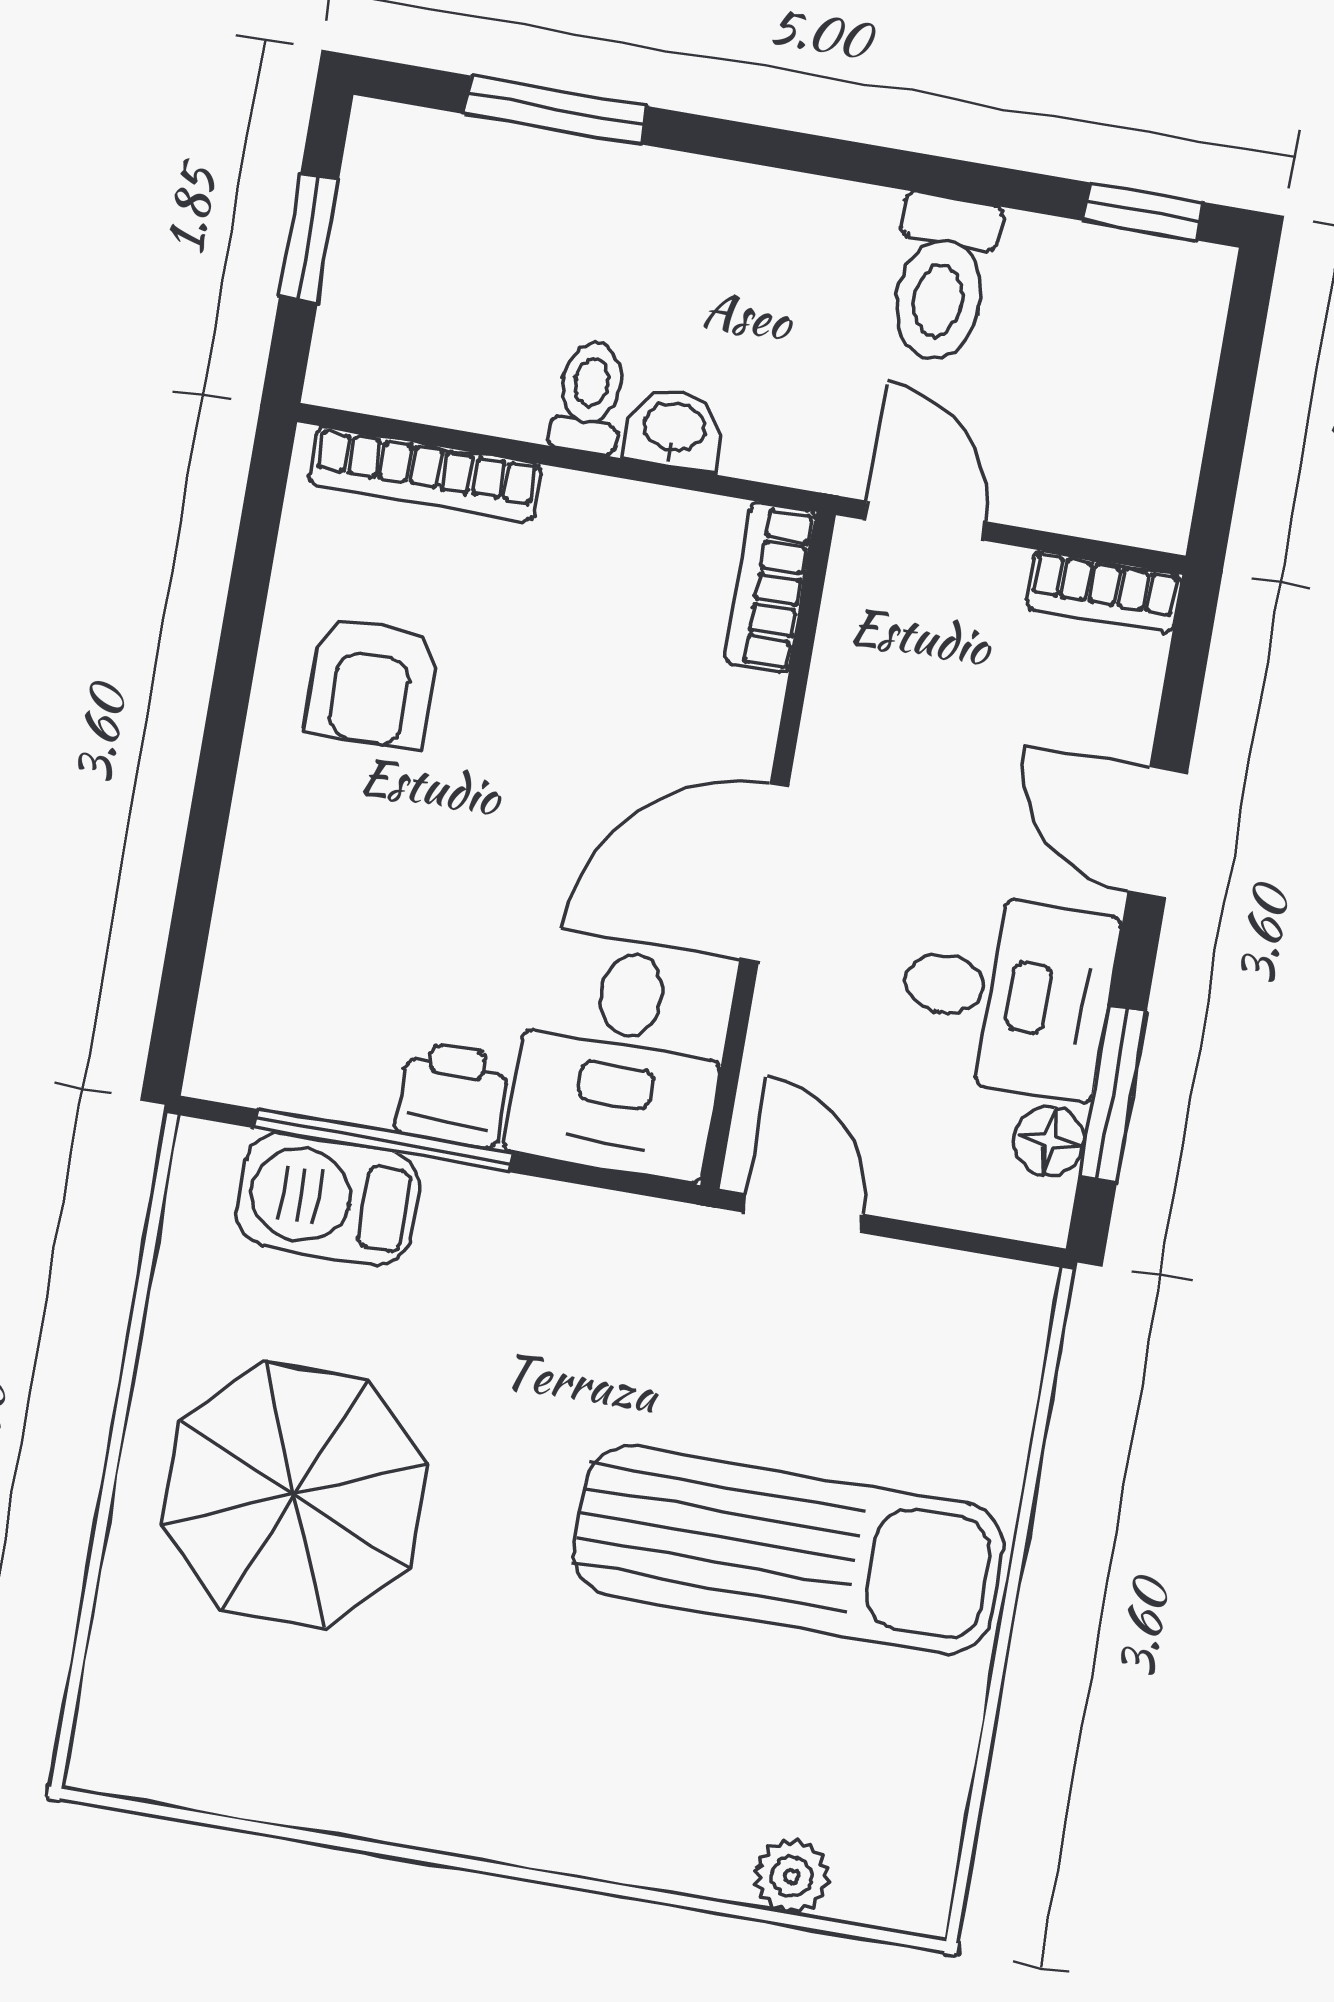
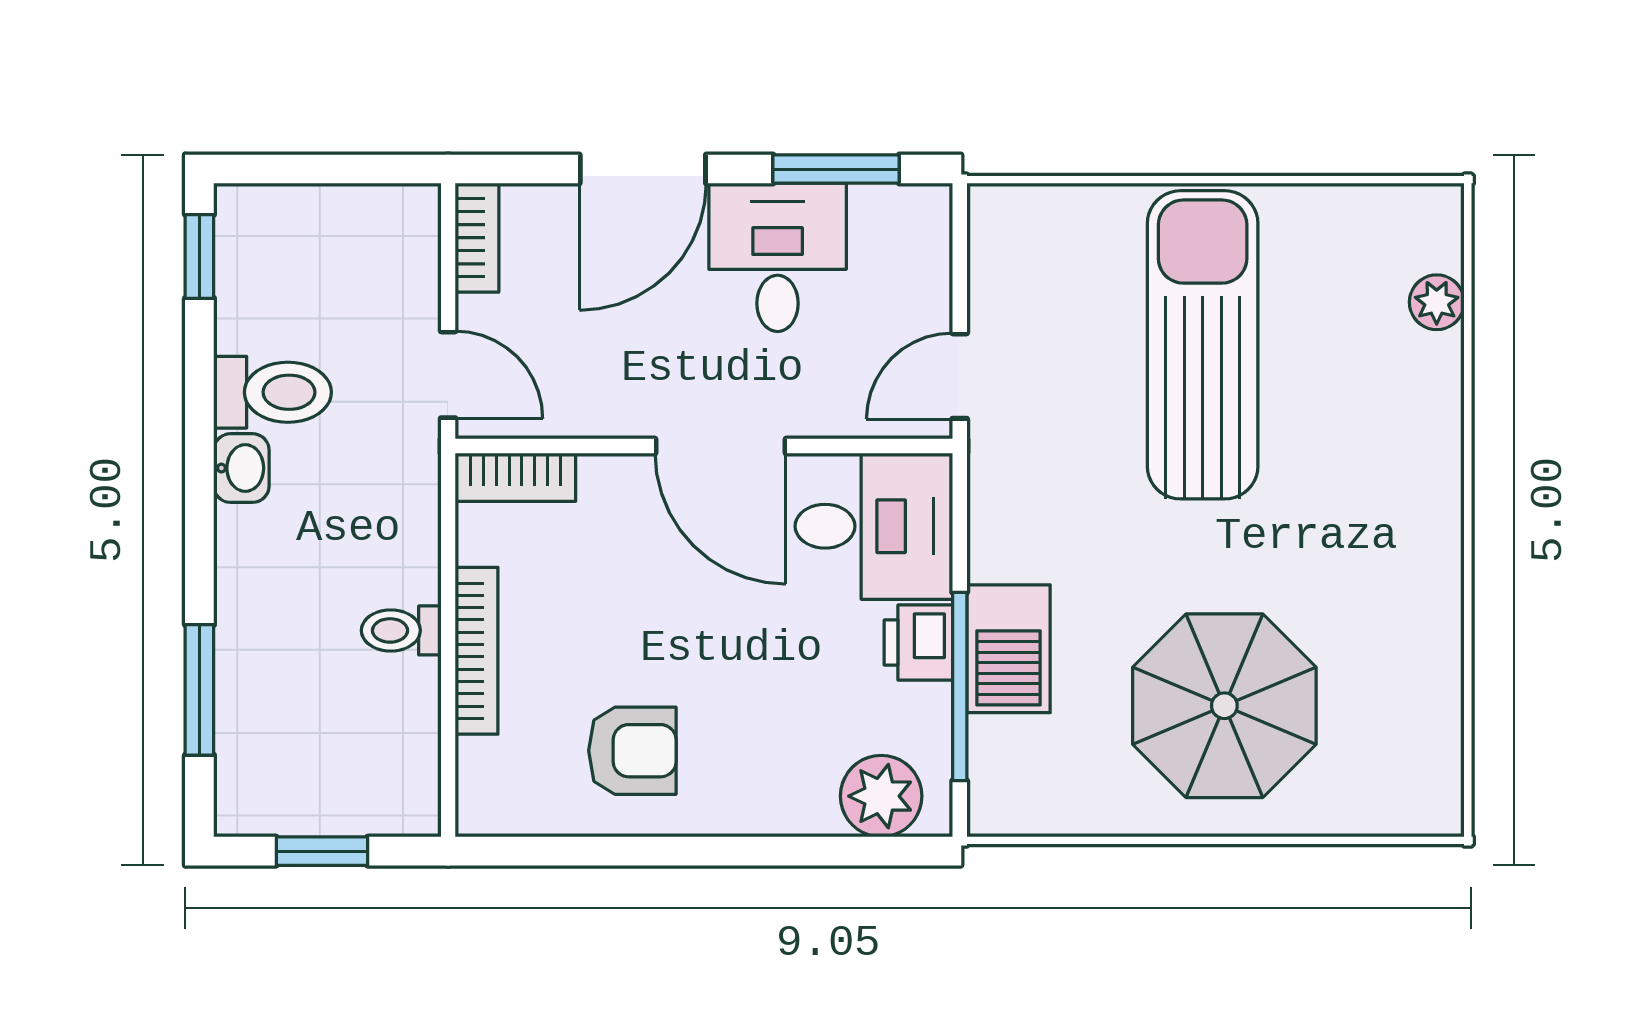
washbasin: (674, 429) -> (241, 468), moved, turned 180
bookcase: (425, 474) -> (477, 651), moved
door: (924, 521) -> (448, 375), swing flipped
door: (1158, 832) -> (643, 169), width x1.38
plant: (253, 1008) -> (881, 796), added
floor lamp: (1049, 1141) -> (877, 209), removed
barbecue: (328, 1199) -> (1009, 649), moved

